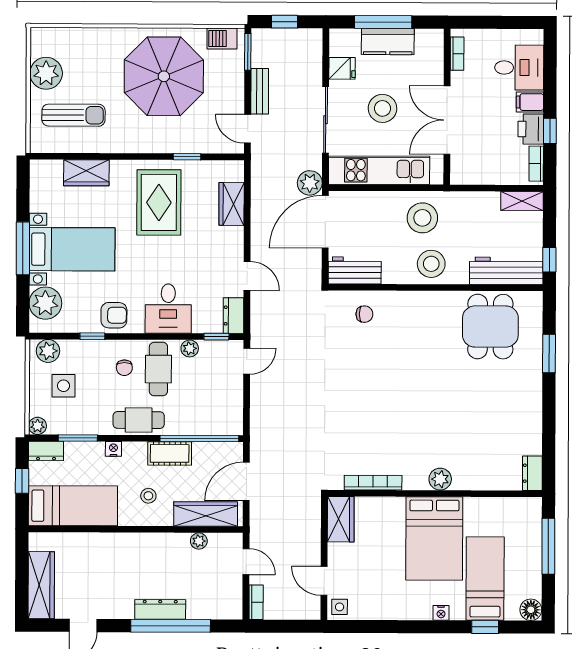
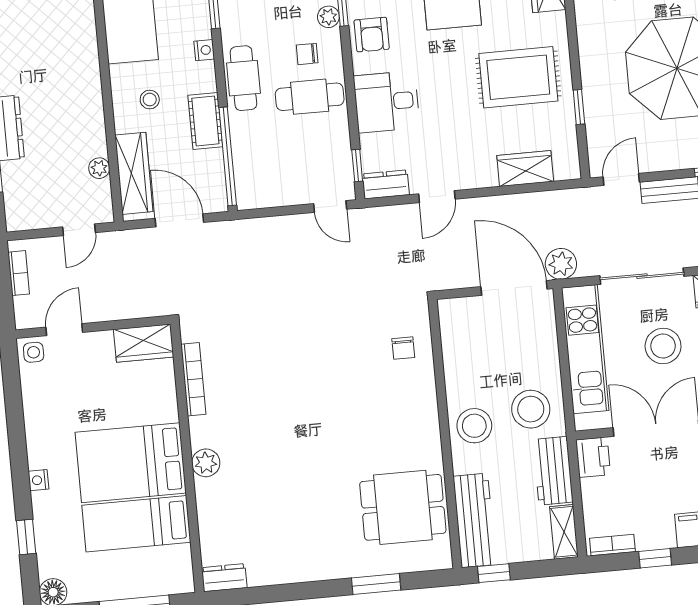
printer: (531, 129) -> (593, 457), moved, turned 90
workbench: (355, 270) -> (553, 471), moved, turned 180
plant: (190, 348) -> (328, 17), moved
bed: (485, 579) -> (136, 524), moved, turned 180
bookcase: (256, 602) -> (19, 273), moved, turned -90

